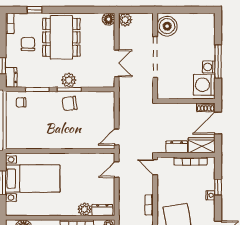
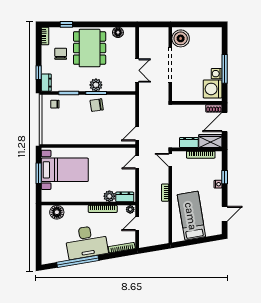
floor lamp: (109, 19) -> (118, 32), moved
plant: (125, 20) -> (145, 33), removed

